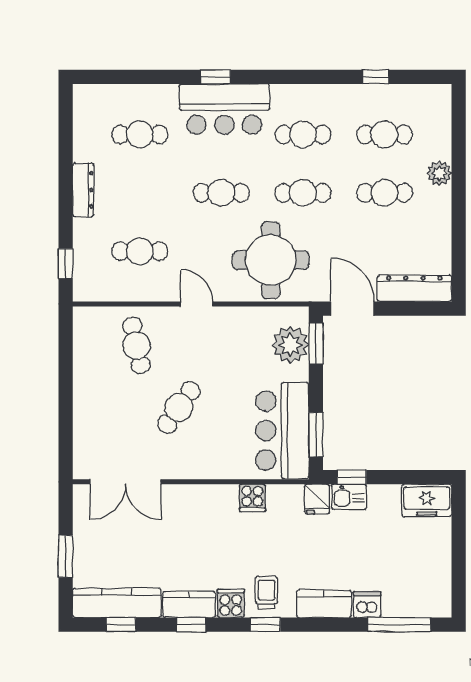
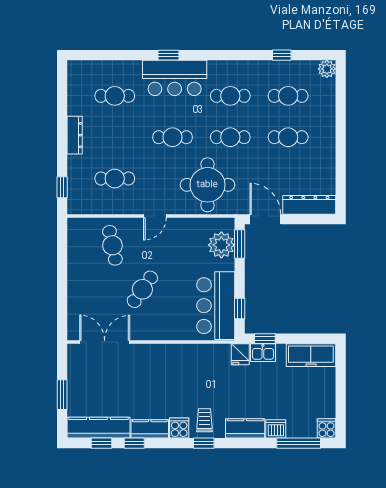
plant: (439, 173) -> (327, 69), moved
door: (196, 304) -> (155, 216), swing flipped
window: (316, 435) -> (240, 309), width x0.67
double door: (126, 482) -> (105, 342), swing flipped
cooker: (252, 498) -> (327, 428), moved, turned 180
freezer: (427, 500) -> (311, 355), width x1.40
window: (191, 625) -> (134, 443), moved

